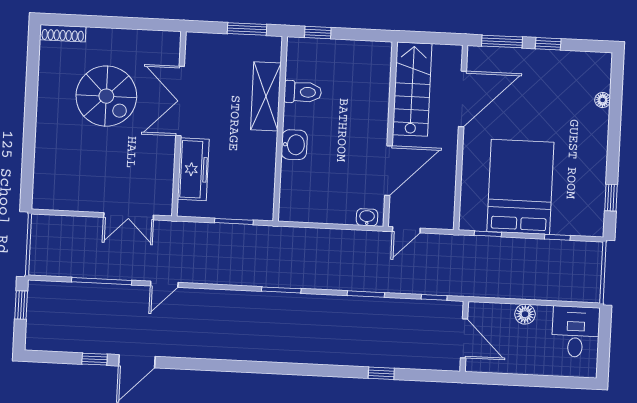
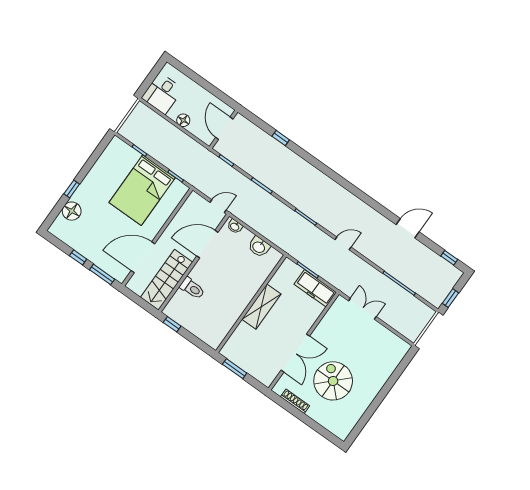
window: (318, 32) -> (172, 324), moved
shoe rack: (63, 33) -> (295, 401), moved
toilet: (303, 92) -> (192, 288), moved, turned 180
shelving: (266, 96) -> (261, 307), moved
floor lamp: (603, 100) -> (72, 211), width x1.89, depth x1.89
washbasin: (294, 145) -> (259, 247), moved, turned -90
freezer: (193, 169) -> (315, 288), moved, turned -90
window: (611, 198) -> (72, 189), moved
door: (164, 284) -> (343, 243), moved
window: (95, 359) -> (449, 258), moved

